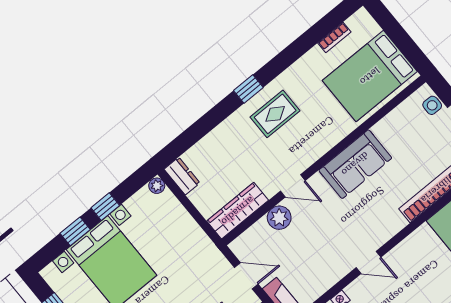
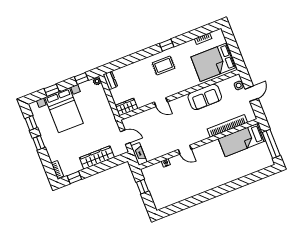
window: (248, 89) -> (167, 45), moved
sofa: (355, 164) -> (205, 97), moved
window: (105, 207) -> (81, 79), moved
wardrobe: (238, 211) -> (126, 107), width x0.67
plant: (279, 218) -> (150, 115), removed

